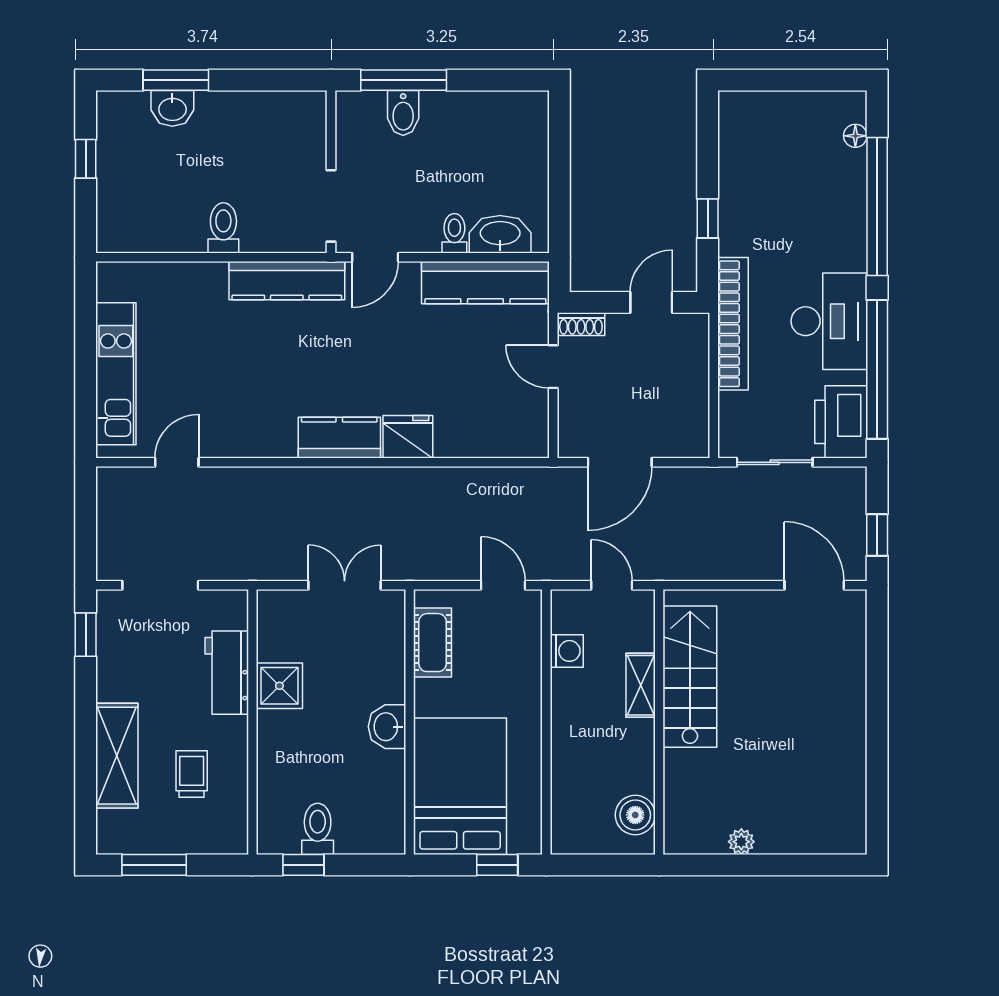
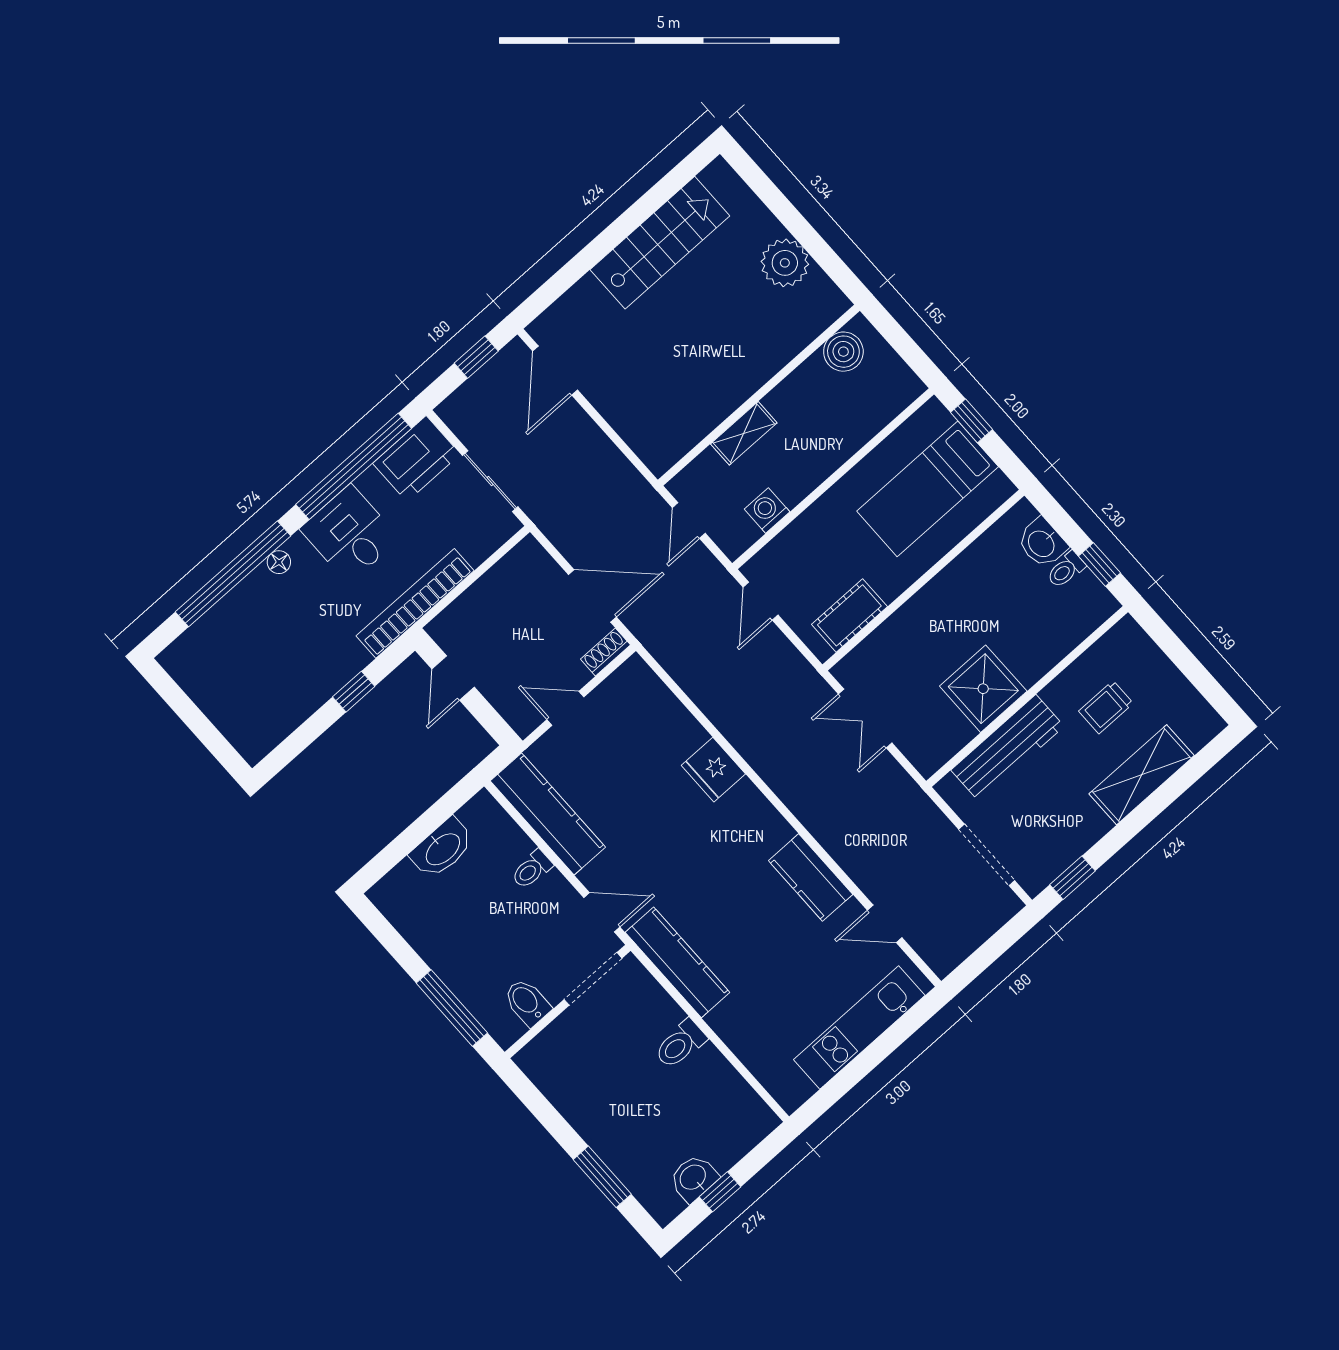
washbasin: (172, 108) -> (693, 1178), moved, turned -90
bidet: (403, 113) -> (527, 1002), moved, turned -90
floor lamp: (855, 136) -> (279, 562), moved
washbasin: (500, 234) -> (442, 848), moved, turned -90
door: (651, 302) -> (453, 678), hinge flipped
desk: (829, 321) -> (350, 534), width x0.73
shoe rack: (581, 324) -> (605, 652), moved, turned -90
door: (553, 367) -> (565, 708), swing flipped
kitchen counter: (339, 438) -> (811, 877), moved
workbench: (227, 673) -> (1008, 748), width x1.38
stairs: (690, 677) -> (660, 243), moved, turned 180
shower: (279, 686) -> (983, 689), width x1.36, depth x1.36
washbasin: (387, 727) -> (1042, 543), moved, turned 90
bed: (460, 786) -> (928, 489), width x0.67
toilet: (318, 829) -> (1066, 570), width x0.73, depth x0.72
plant: (741, 842) -> (785, 263), width x1.88, depth x1.88
window: (154, 865) -> (1198, 675), removed

